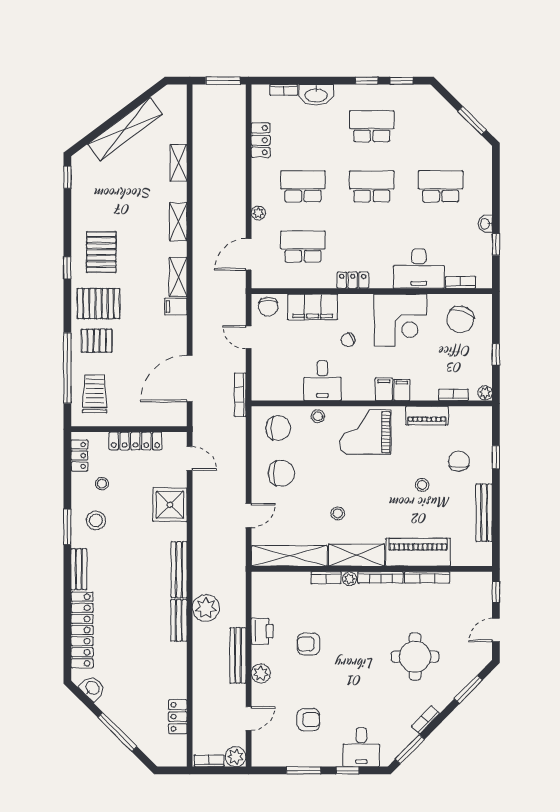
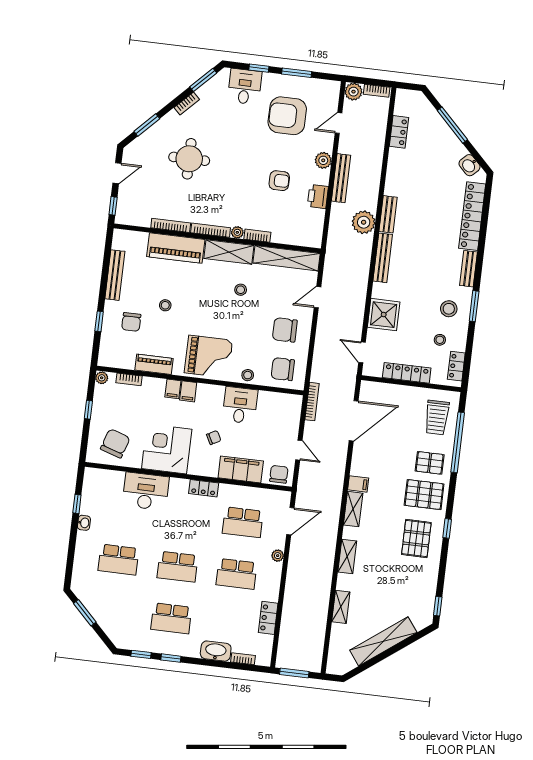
bookcase: (460, 282) -> (111, 475), removed
armchair: (308, 720) -> (287, 116), width x1.88, depth x1.88

